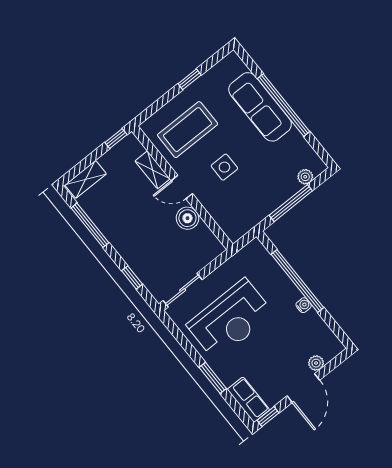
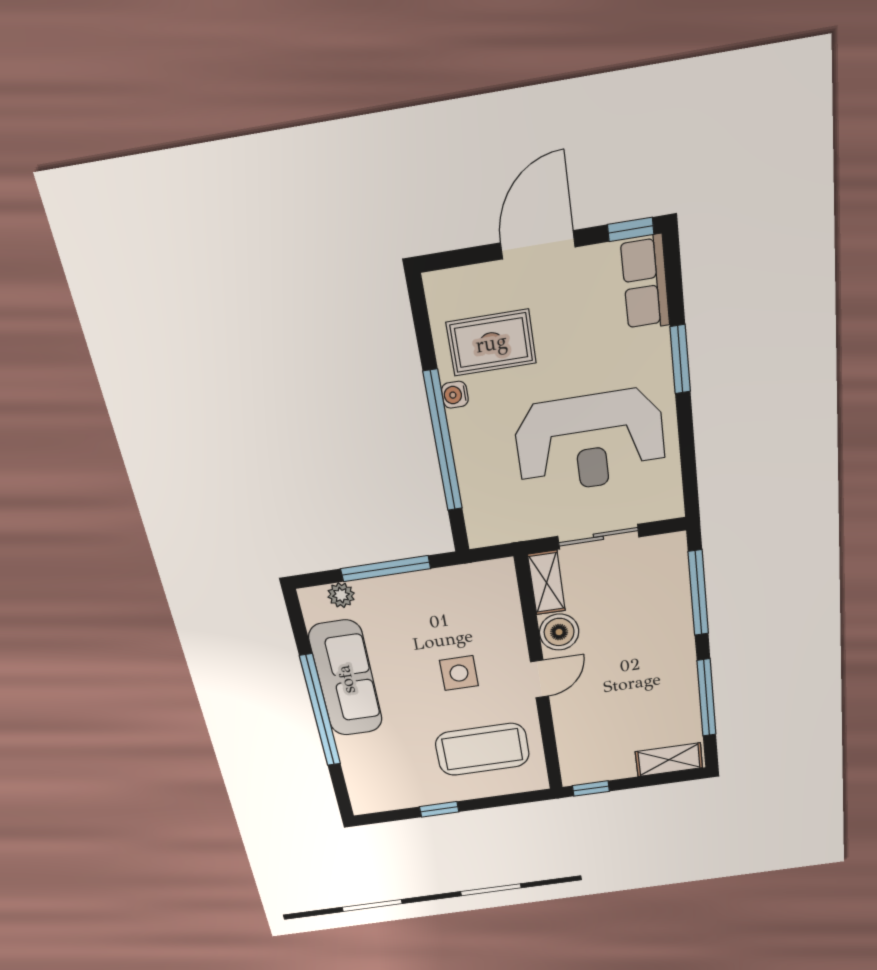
sofa: (260, 107) -> (346, 679), moved
shelving: (152, 170) -> (547, 583), moved
door: (182, 187) -> (540, 679), hinge flipped
window: (132, 277) -> (698, 593), width x2.17
sliding door: (183, 290) -> (598, 537), moved
reception desk: (230, 319) -> (590, 442), turned 180
rug: (300, 337) -> (491, 343), added
plant: (316, 363) -> (490, 278), removed

